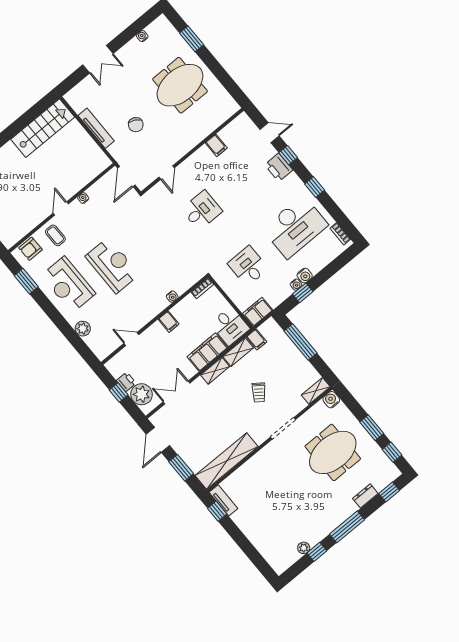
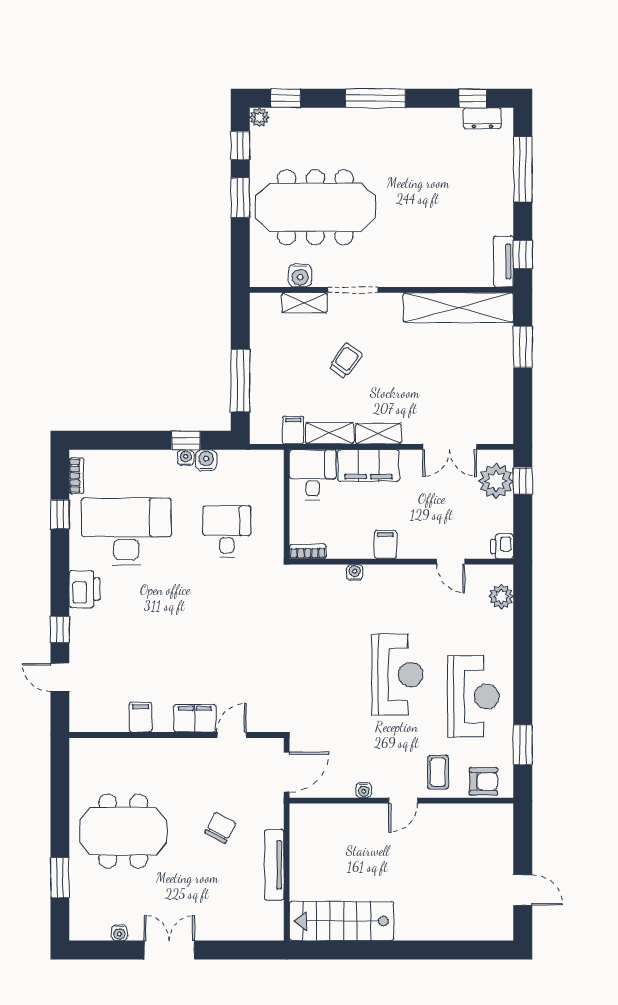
double door: (98, 59) -> (169, 950), moved
printer: (279, 167) -> (85, 589), moved
window: (315, 187) -> (60, 514), moved
desk: (202, 210) -> (227, 650), removed
reception desk: (112, 265) -> (397, 675), turned 180
desk: (248, 266) -> (227, 531), turned 180
water cooler: (305, 276) -> (206, 460), moved
filing cabinet: (258, 312) -> (195, 718), moved, turned 180
plant: (83, 329) -> (501, 597), moved
printer: (126, 382) -> (502, 546), moved
shelving: (316, 391) -> (305, 303), moved
window: (119, 392) -> (523, 481), moved
water cooler: (331, 400) -> (300, 275), moved
door: (158, 440) -> (523, 406), removed
meeting table: (333, 452) -> (315, 207), width x1.36
dresser: (365, 496) -> (482, 118), moved
plant: (304, 548) -> (259, 117), moved
window: (250, 551) -> (523, 169), added
window: (317, 552) -> (473, 98), moved

